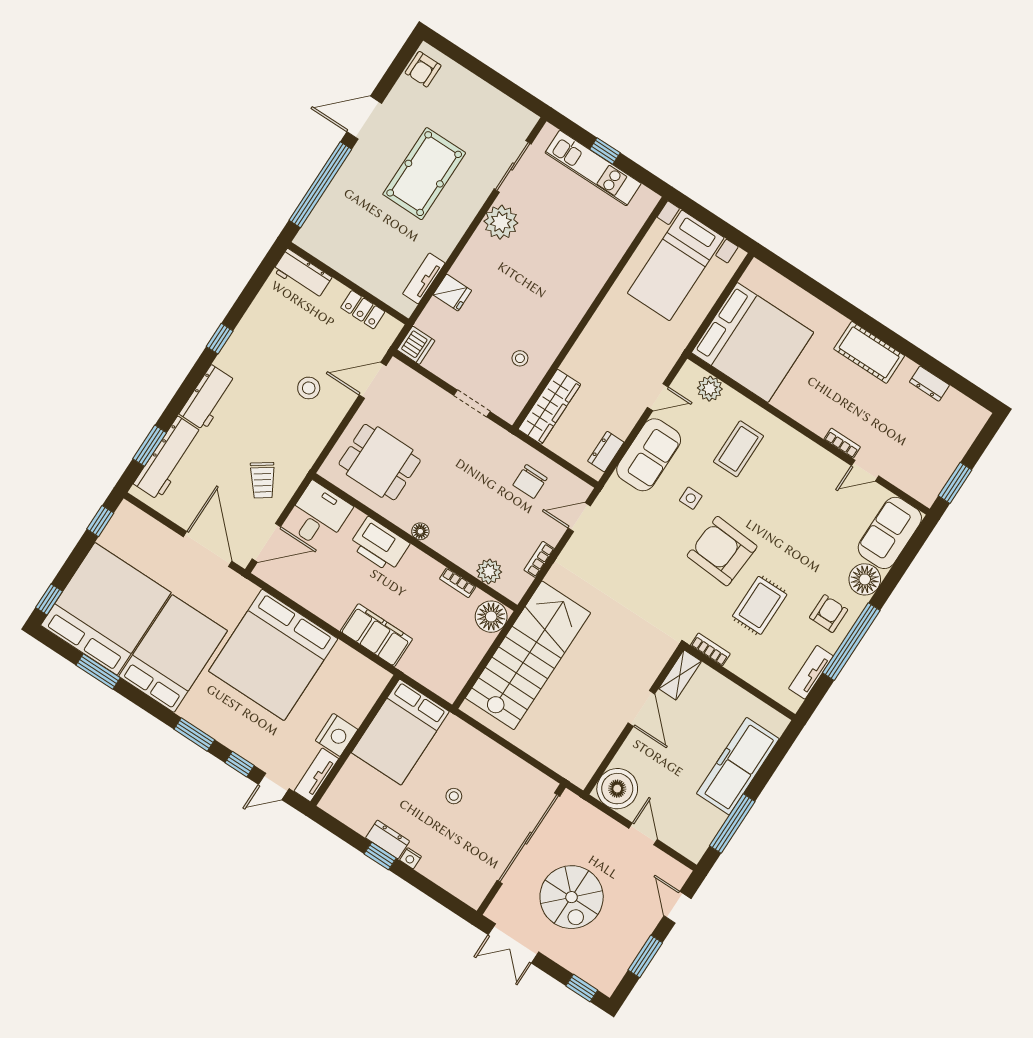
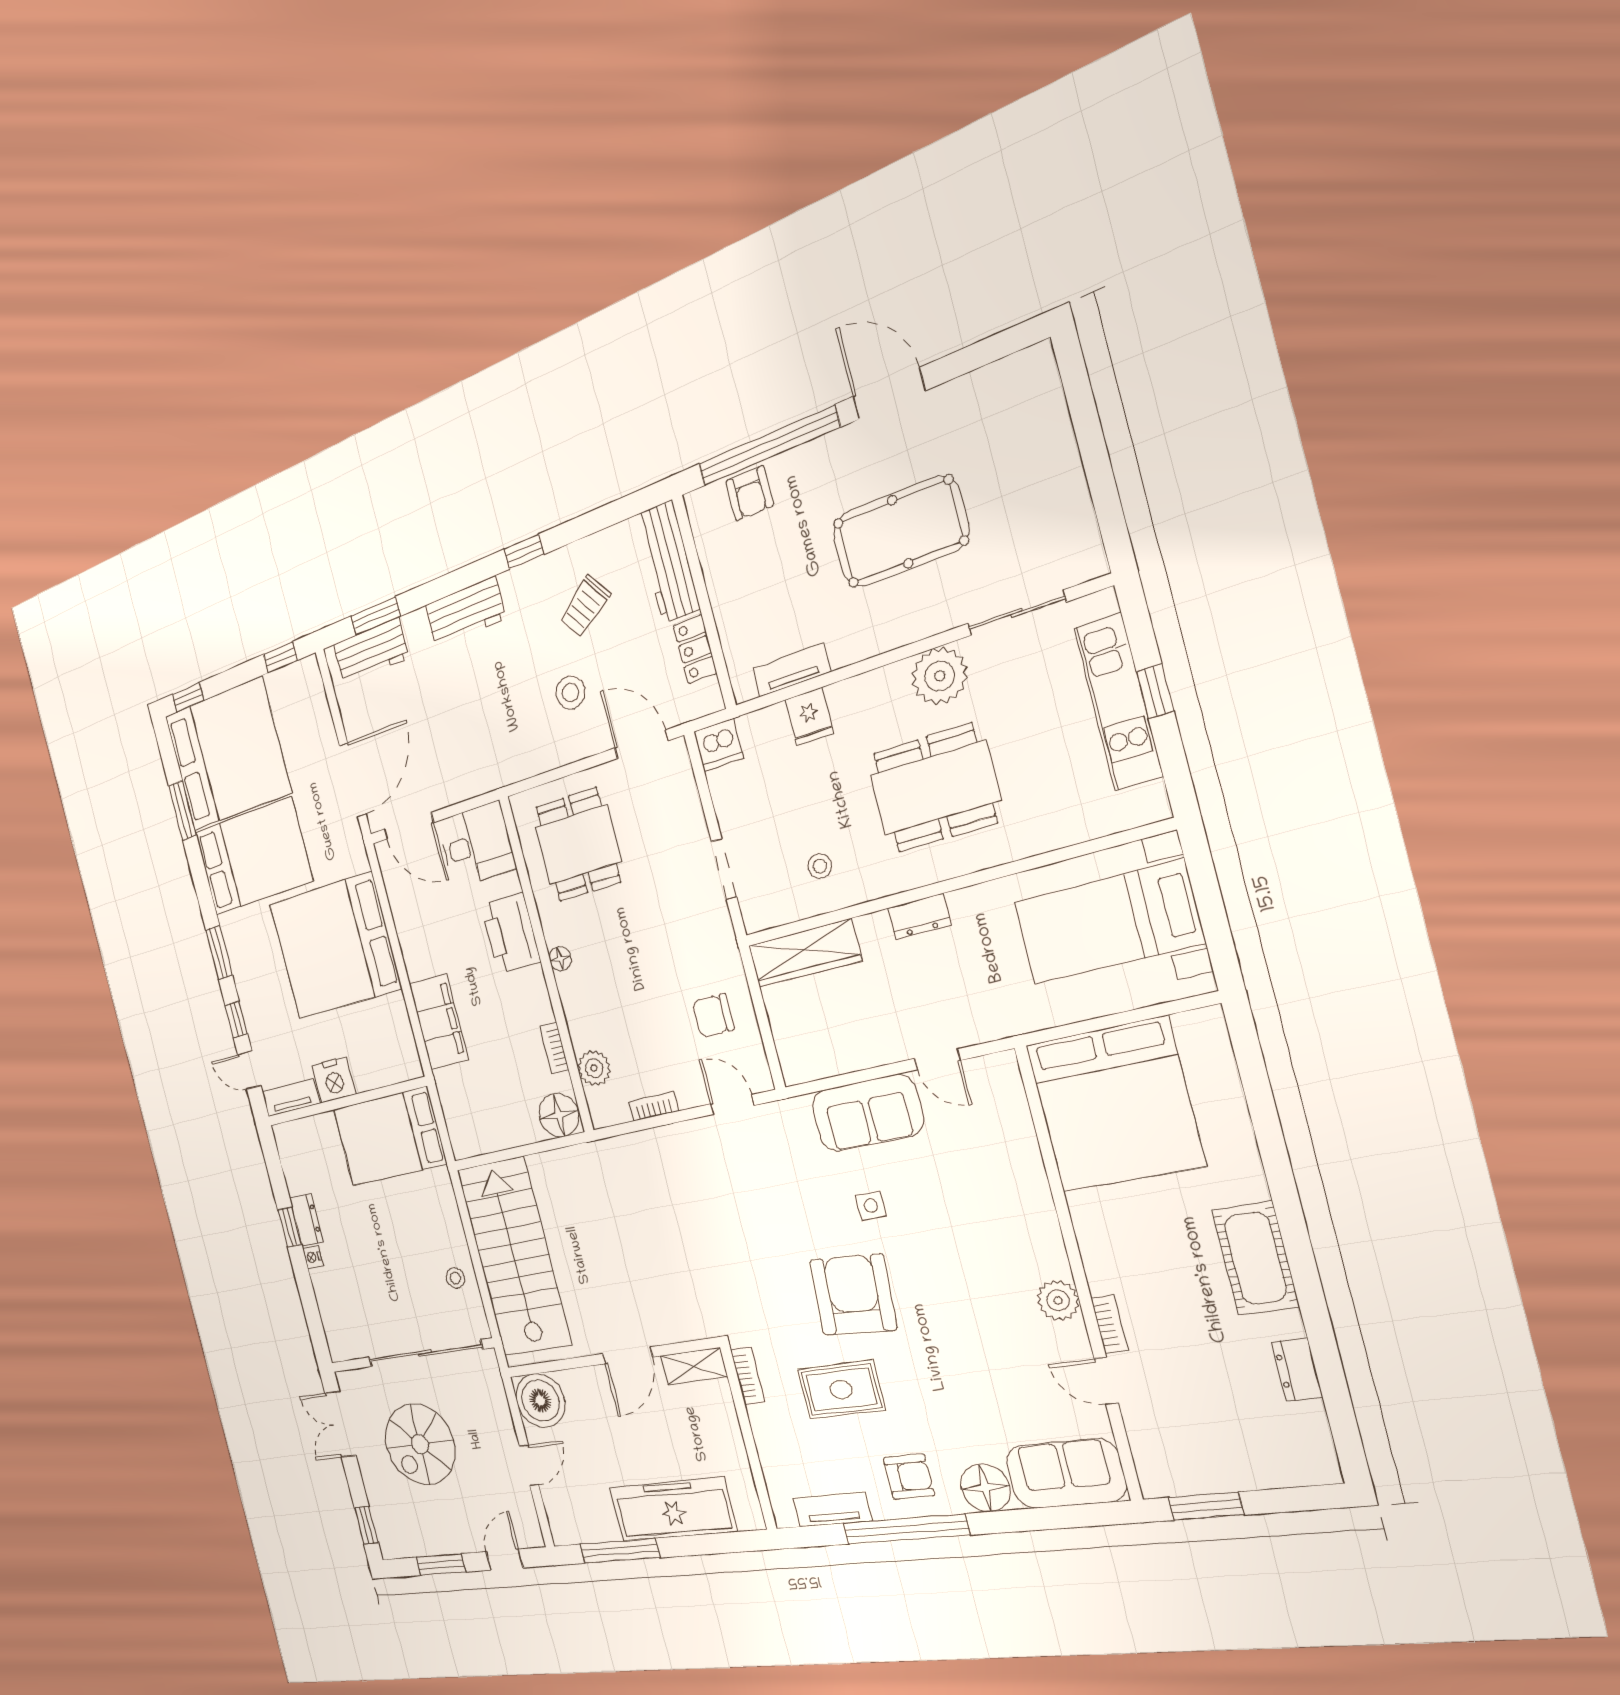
armchair: (423, 69) -> (750, 493), moved, turned -90
workbench: (302, 274) -> (668, 562), width x1.38
dining table: (544, 274) -> (935, 788), added
plant: (710, 389) -> (1058, 1300), moved
coffee table: (738, 449) -> (977, 1208), removed
dresser: (606, 452) -> (919, 916), moved, turned 180
workbench: (168, 458) -> (371, 651), width x0.73
trolley: (263, 480) -> (585, 606), moved
stairs: (528, 655) -> (514, 1257), moved, turned -90
stool: (454, 796) -> (455, 1278), moved

